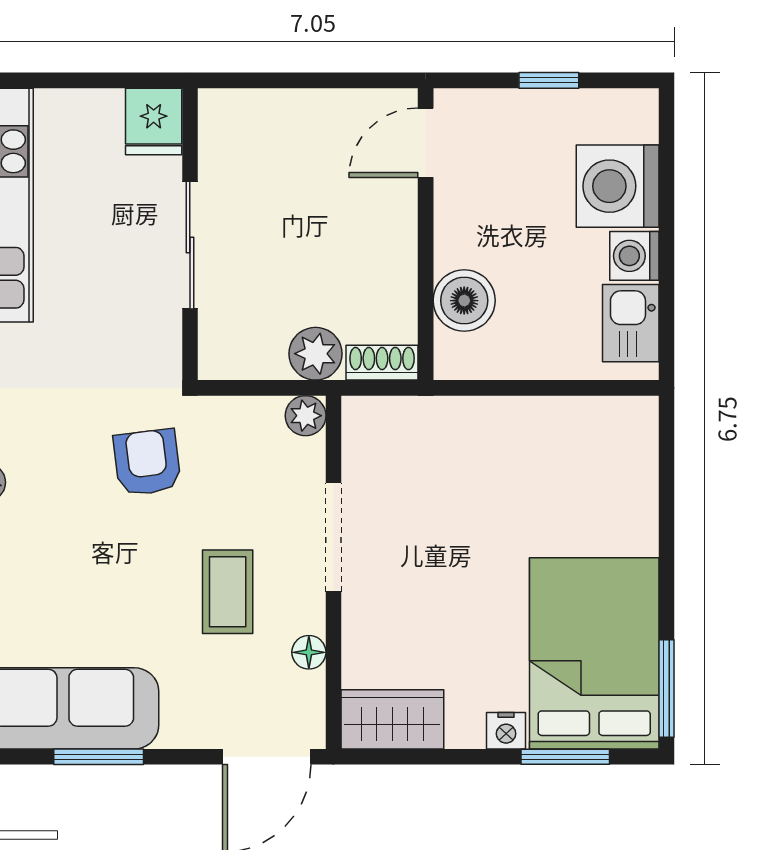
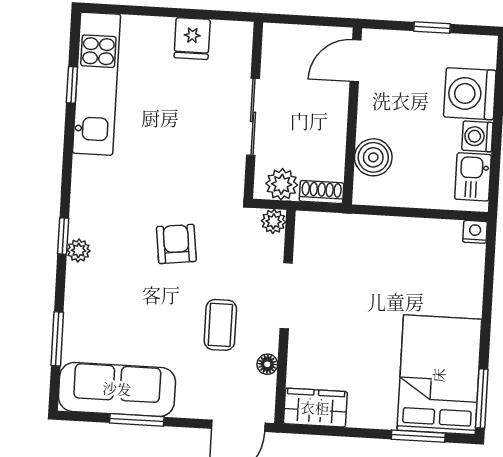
wall: (190, 234) -> (253, 110), moved
sliding door: (190, 245) -> (253, 117), moved
nightstand: (506, 731) -> (475, 232), moved, turned 180

